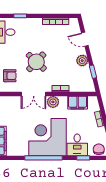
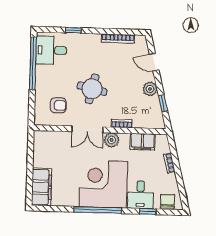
round table: (36, 62) -> (92, 89), turned -30

